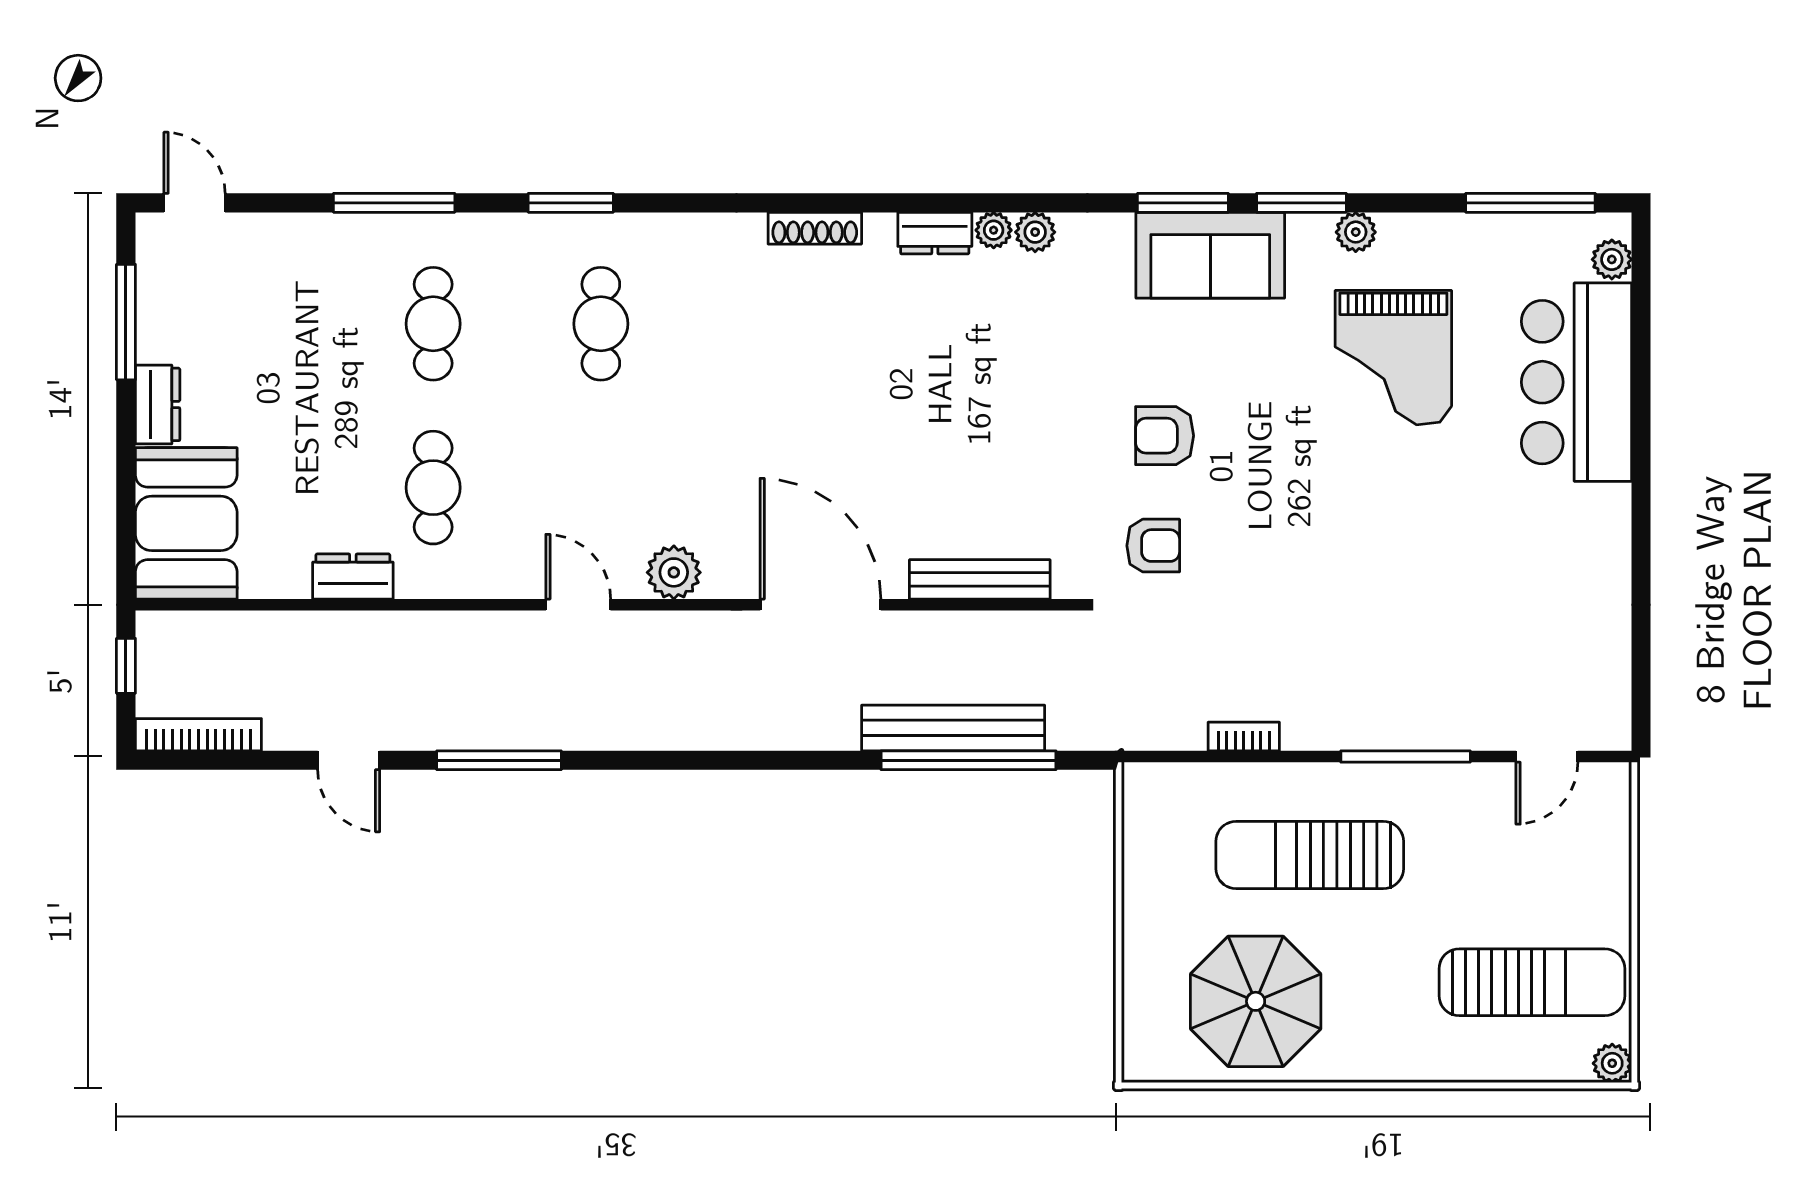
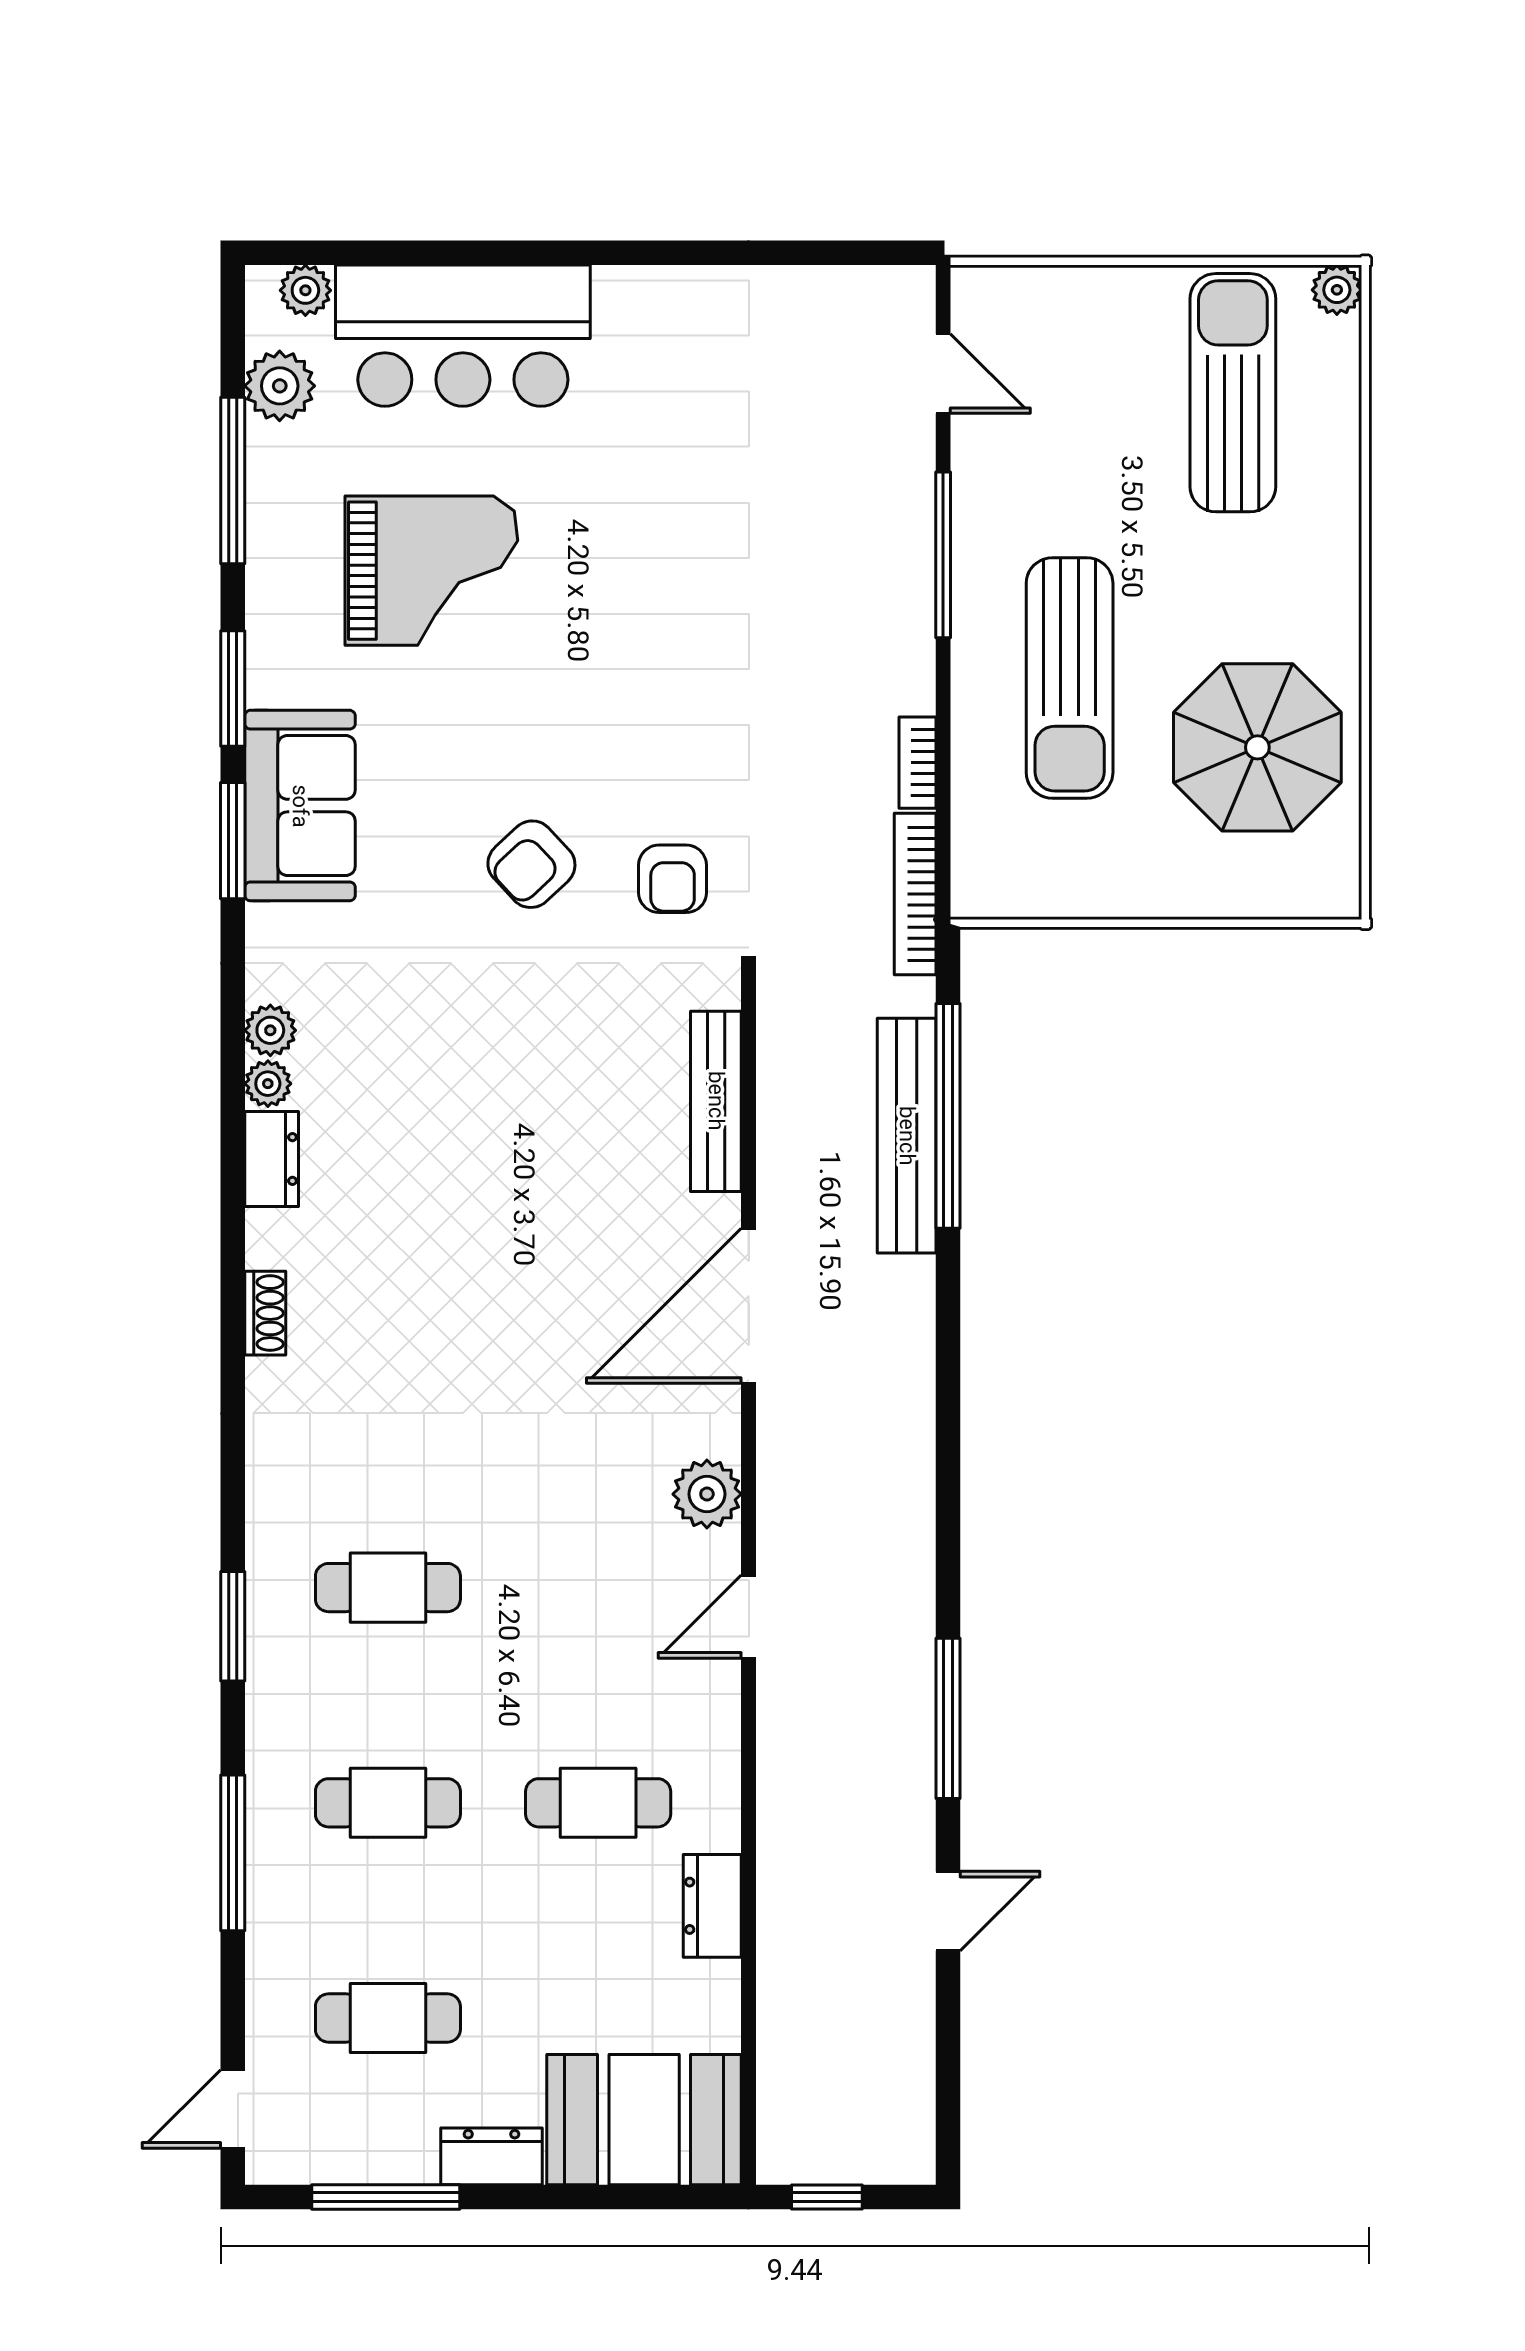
window: (1530, 203) -> (233, 480), moved
shoe rack: (815, 228) -> (265, 1313), width x0.70
plant: (1356, 232) -> (280, 386), moved, width x1.38, depth x1.38
cafe table: (265, 324) -> (388, 2018), added
armchair: (1165, 436) -> (531, 864), turned 47
armchair: (1153, 546) -> (673, 879), turned 180
bookcase: (198, 735) -> (915, 894), moved

